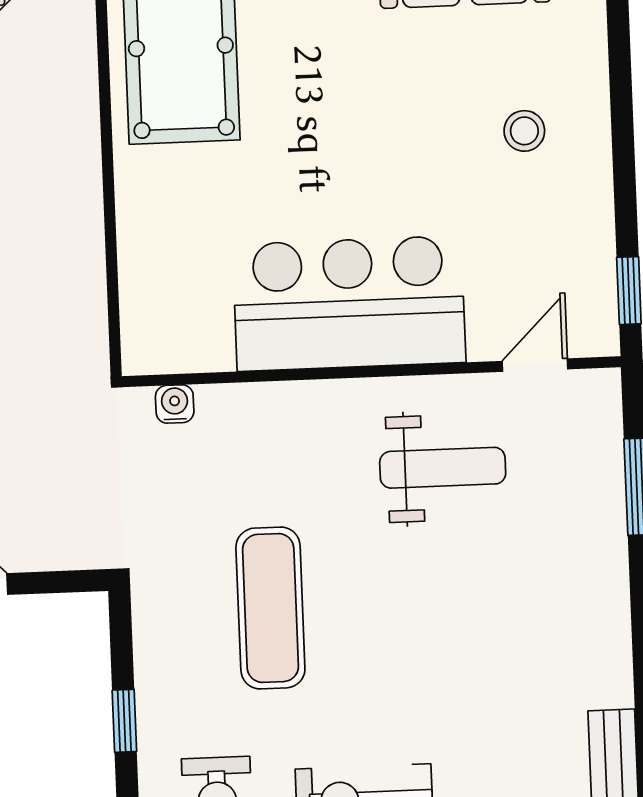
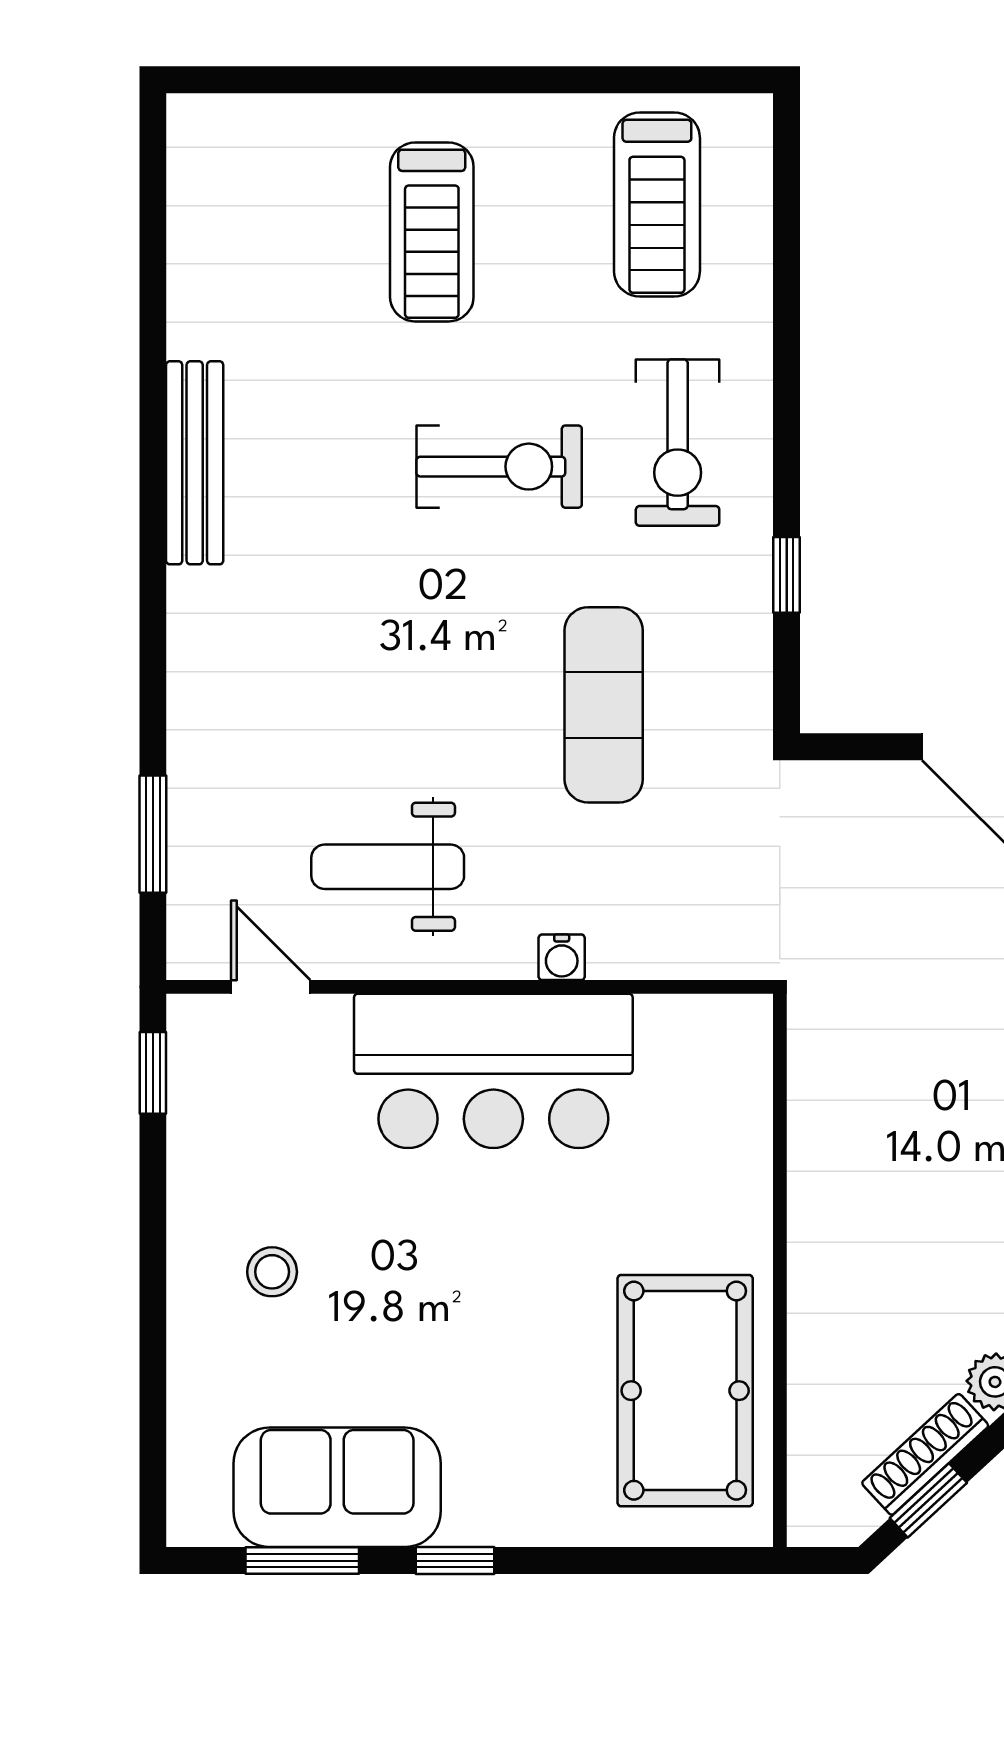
door: (535, 365) -> (271, 987), swing flipped
water cooler: (175, 404) -> (562, 957), moved

